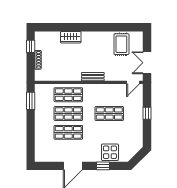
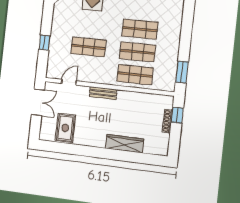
wardrobe: (71, 37) -> (124, 144), width x1.50
window: (31, 46) -> (177, 115), moved
door: (133, 82) -> (69, 82), moved

